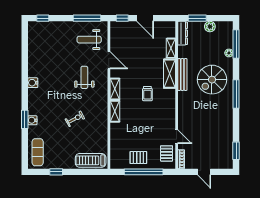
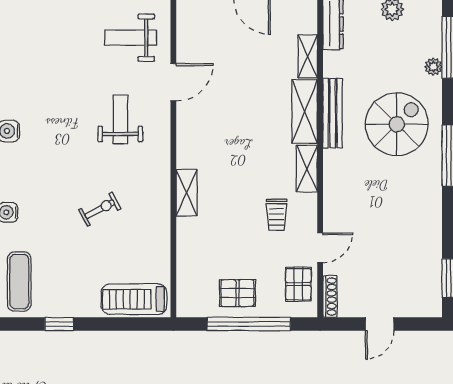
door: (109, 60) -> (173, 82), hinge flipped
spiral stairs: (212, 80) -> (397, 124), turned 180
shelving: (115, 89) -> (307, 168), moved
trolley: (147, 94) -> (277, 215), moved
door: (177, 137) -> (320, 248), hinge flipped
door: (204, 172) -> (380, 324), hinge flipped

